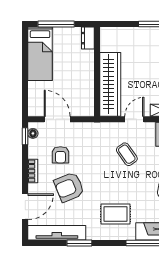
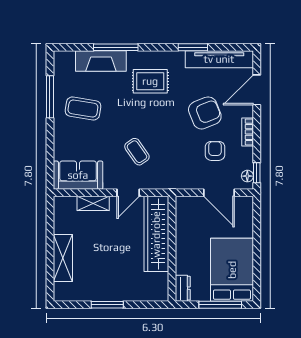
bed: (40, 54) -> (232, 270), width x1.50

